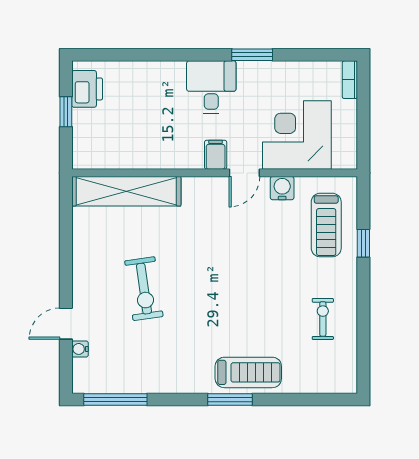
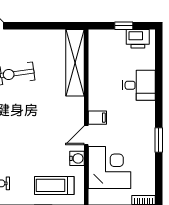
desk: (211, 87) -> (139, 85), moved
door: (244, 173) -> (86, 135), hinge flipped

